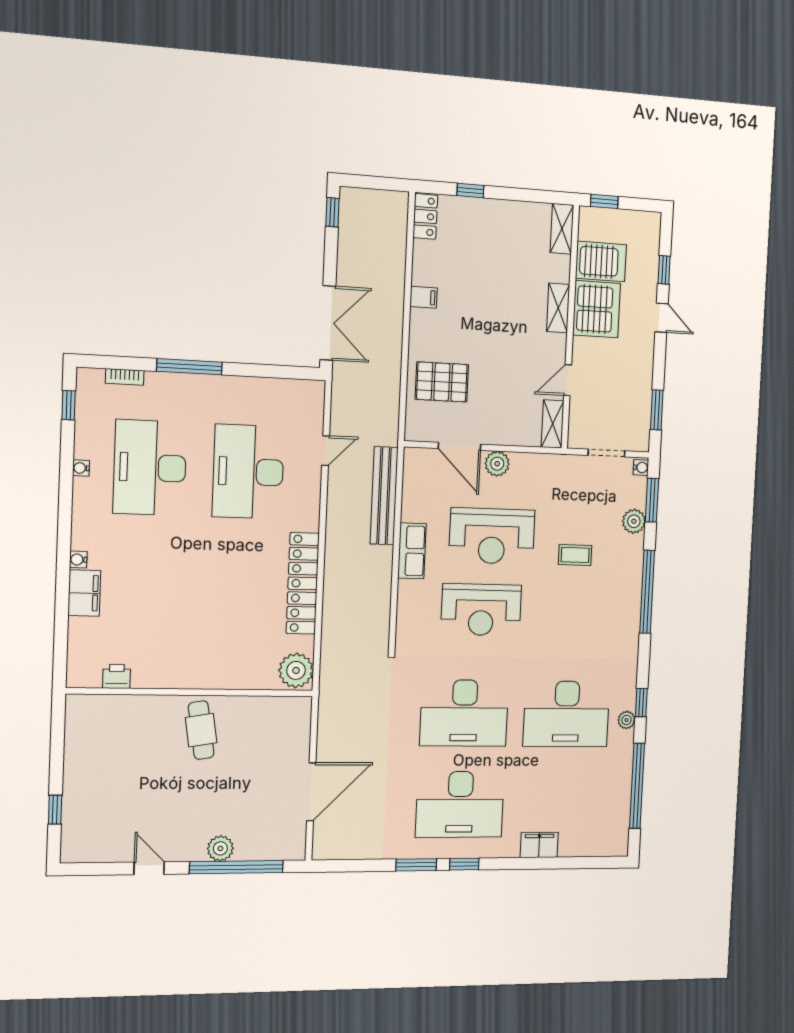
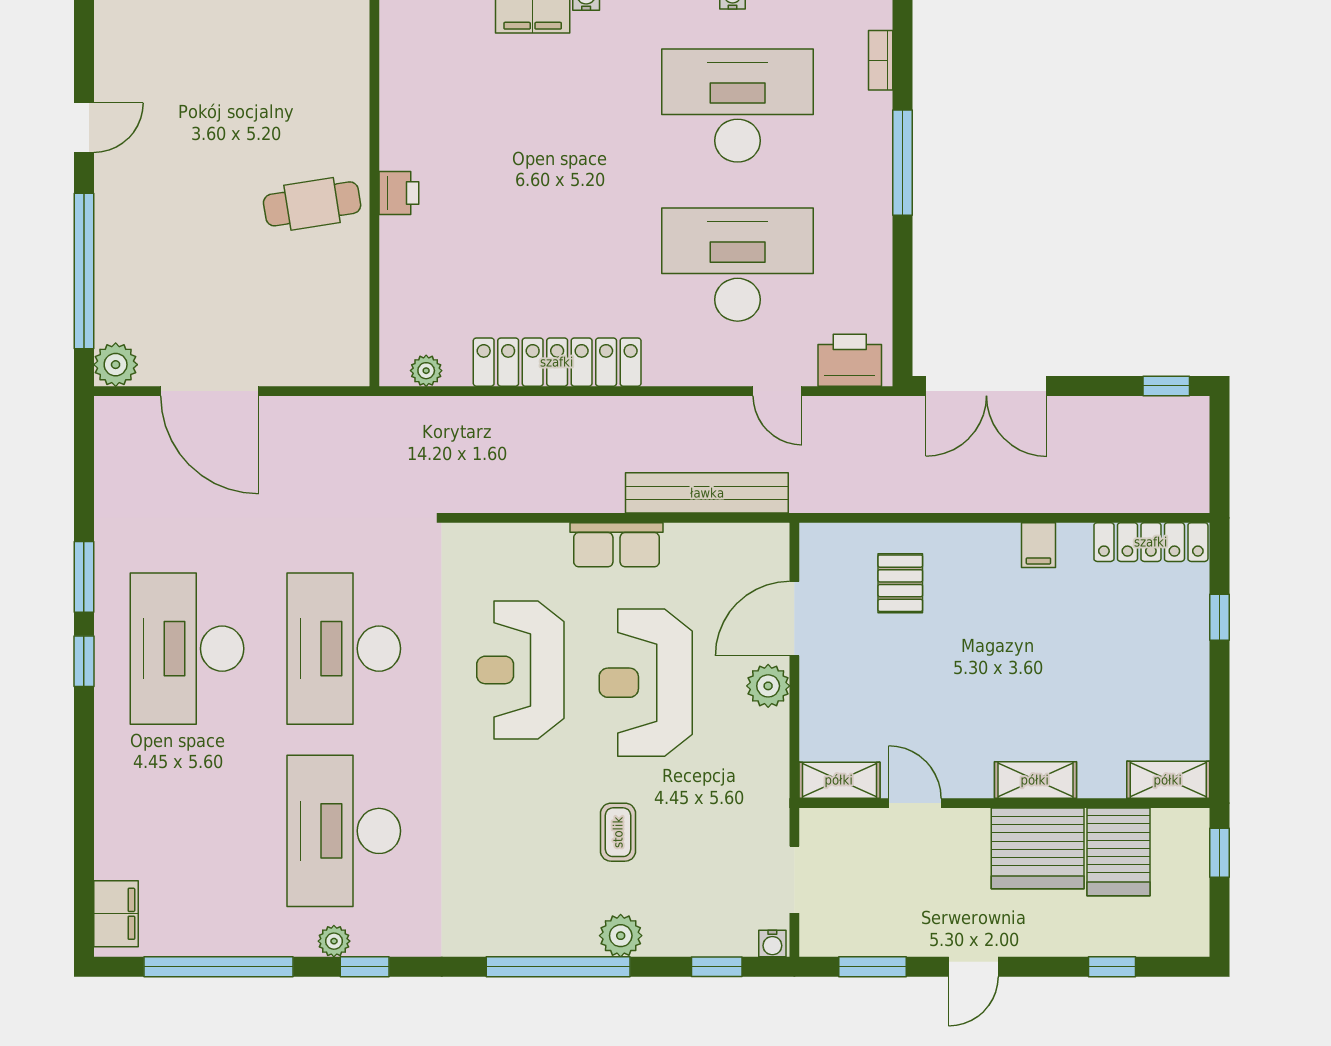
locker: (425, 216) -> (1151, 542), width x1.53
door: (662, 318) -> (973, 967), moved
pallet: (442, 382) -> (900, 583), width x0.67, depth x0.71
printer: (309, 406) -> (850, 360), added
window: (652, 500) -> (717, 967), width x0.67
plant: (634, 521) -> (621, 936), moved
plant: (296, 670) -> (426, 371), width x0.53, depth x0.53
printer: (117, 676) -> (399, 193), moved
filing cabinet: (539, 845) -> (116, 914), moved
plant: (220, 848) -> (116, 365), moved

